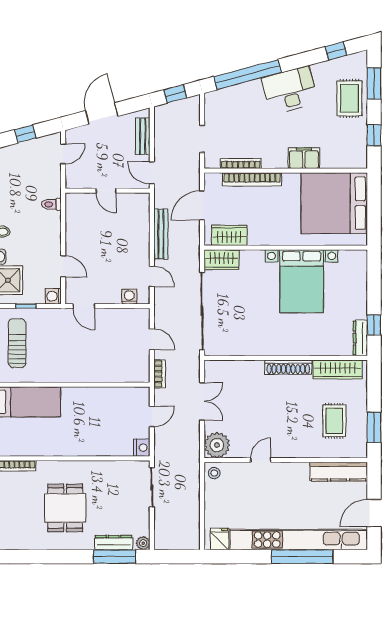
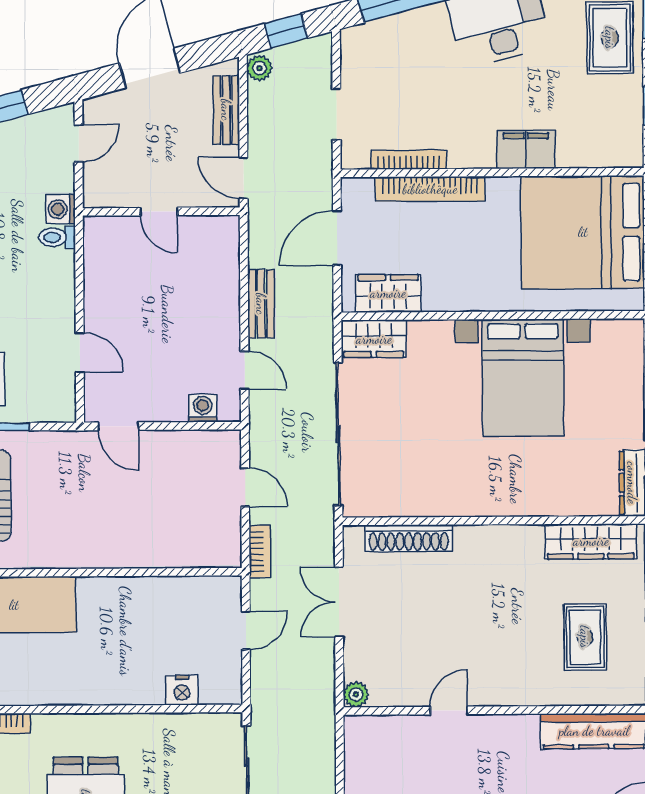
plant: (161, 114) -> (259, 68), added
bench: (161, 234) -> (261, 304), width x0.73
washing machine: (53, 296) -> (61, 209), moved
shoe rack: (288, 367) -> (409, 538), moved
double door: (202, 401) -> (339, 602), swing flipped
plant: (217, 445) -> (356, 694), width x0.53, depth x0.53
nightstand: (142, 448) -> (182, 690), moved, turned 90
stool: (214, 473) -> (362, 735), removed

